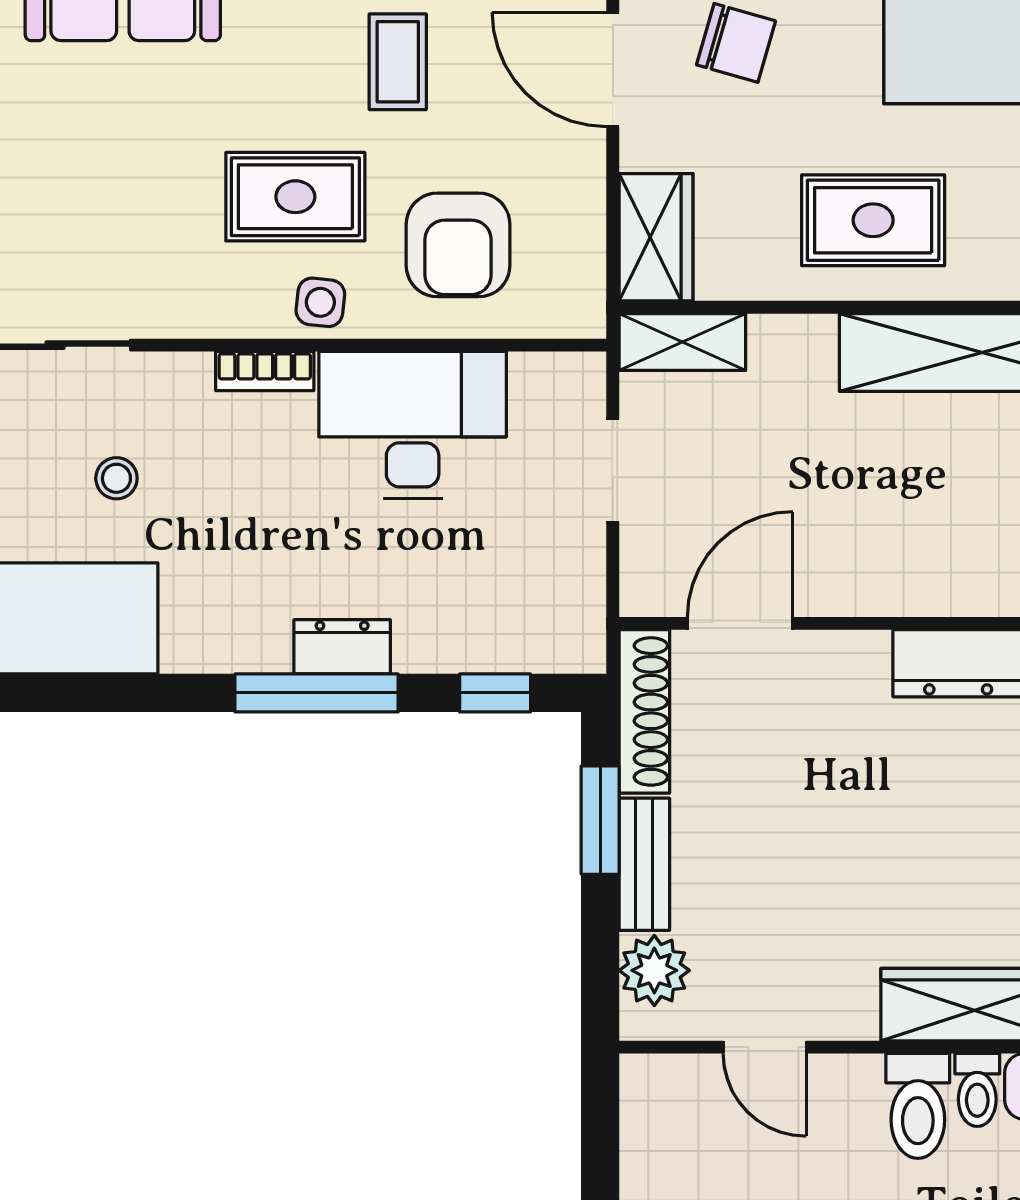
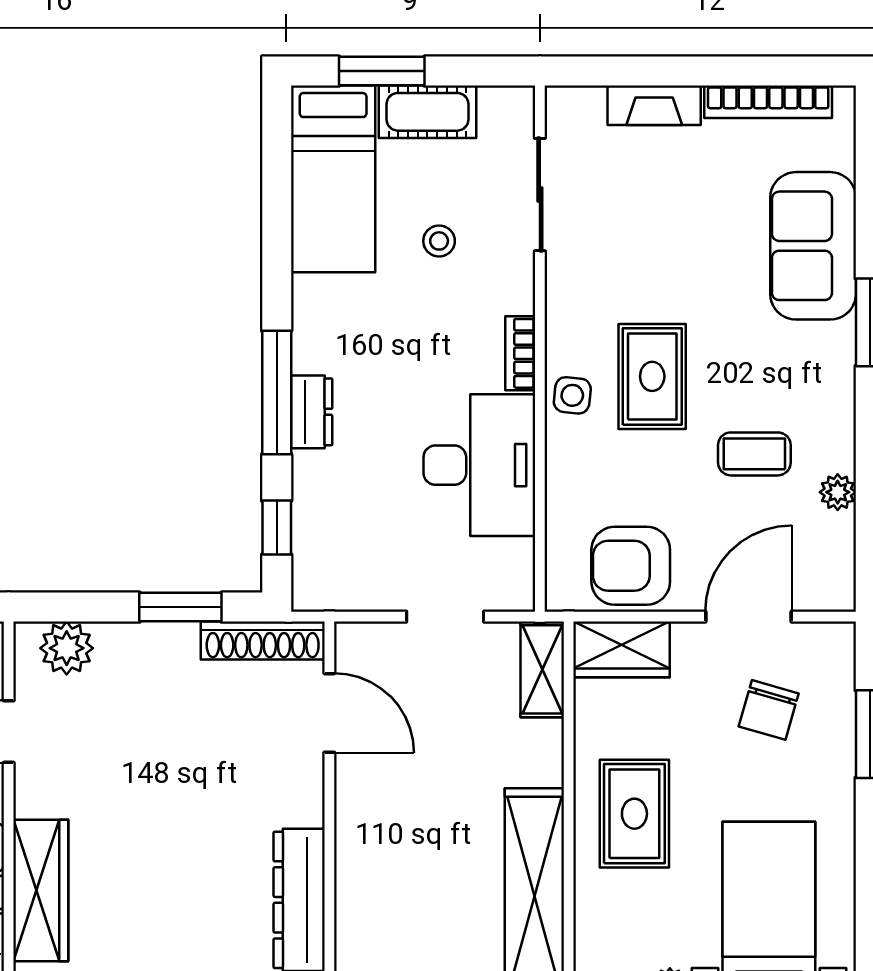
armchair: (458, 245) -> (631, 566), moved
bench: (644, 864) -> (147, 641), removed

